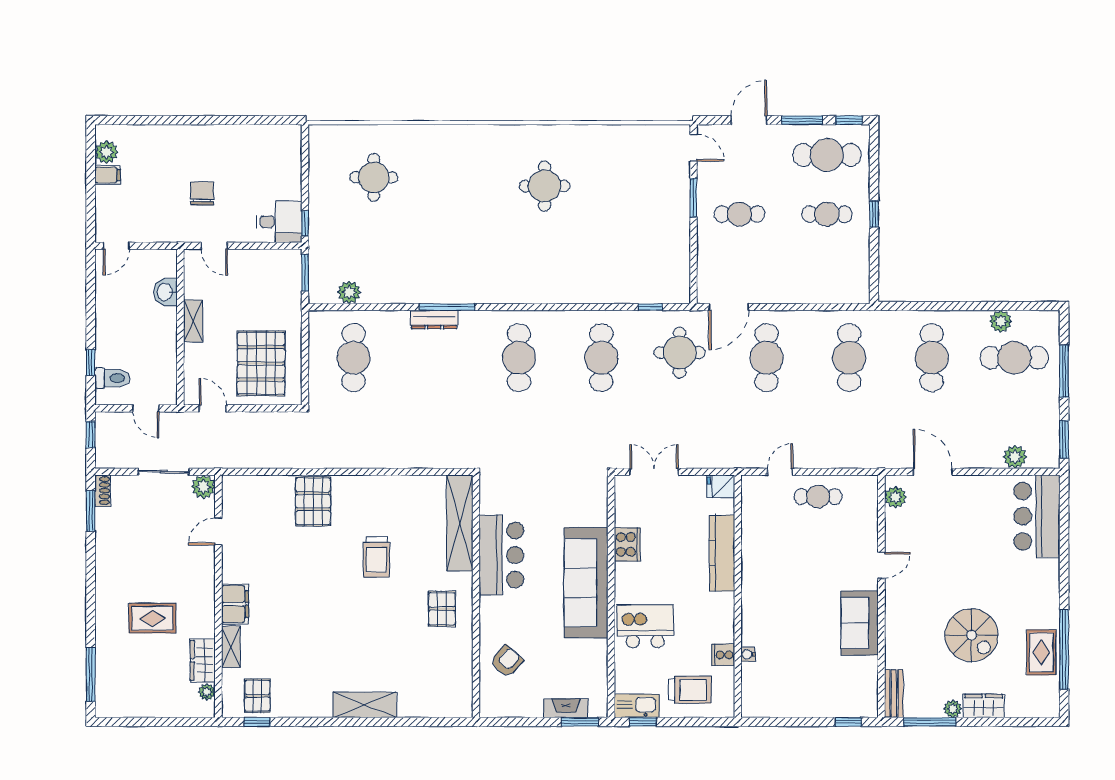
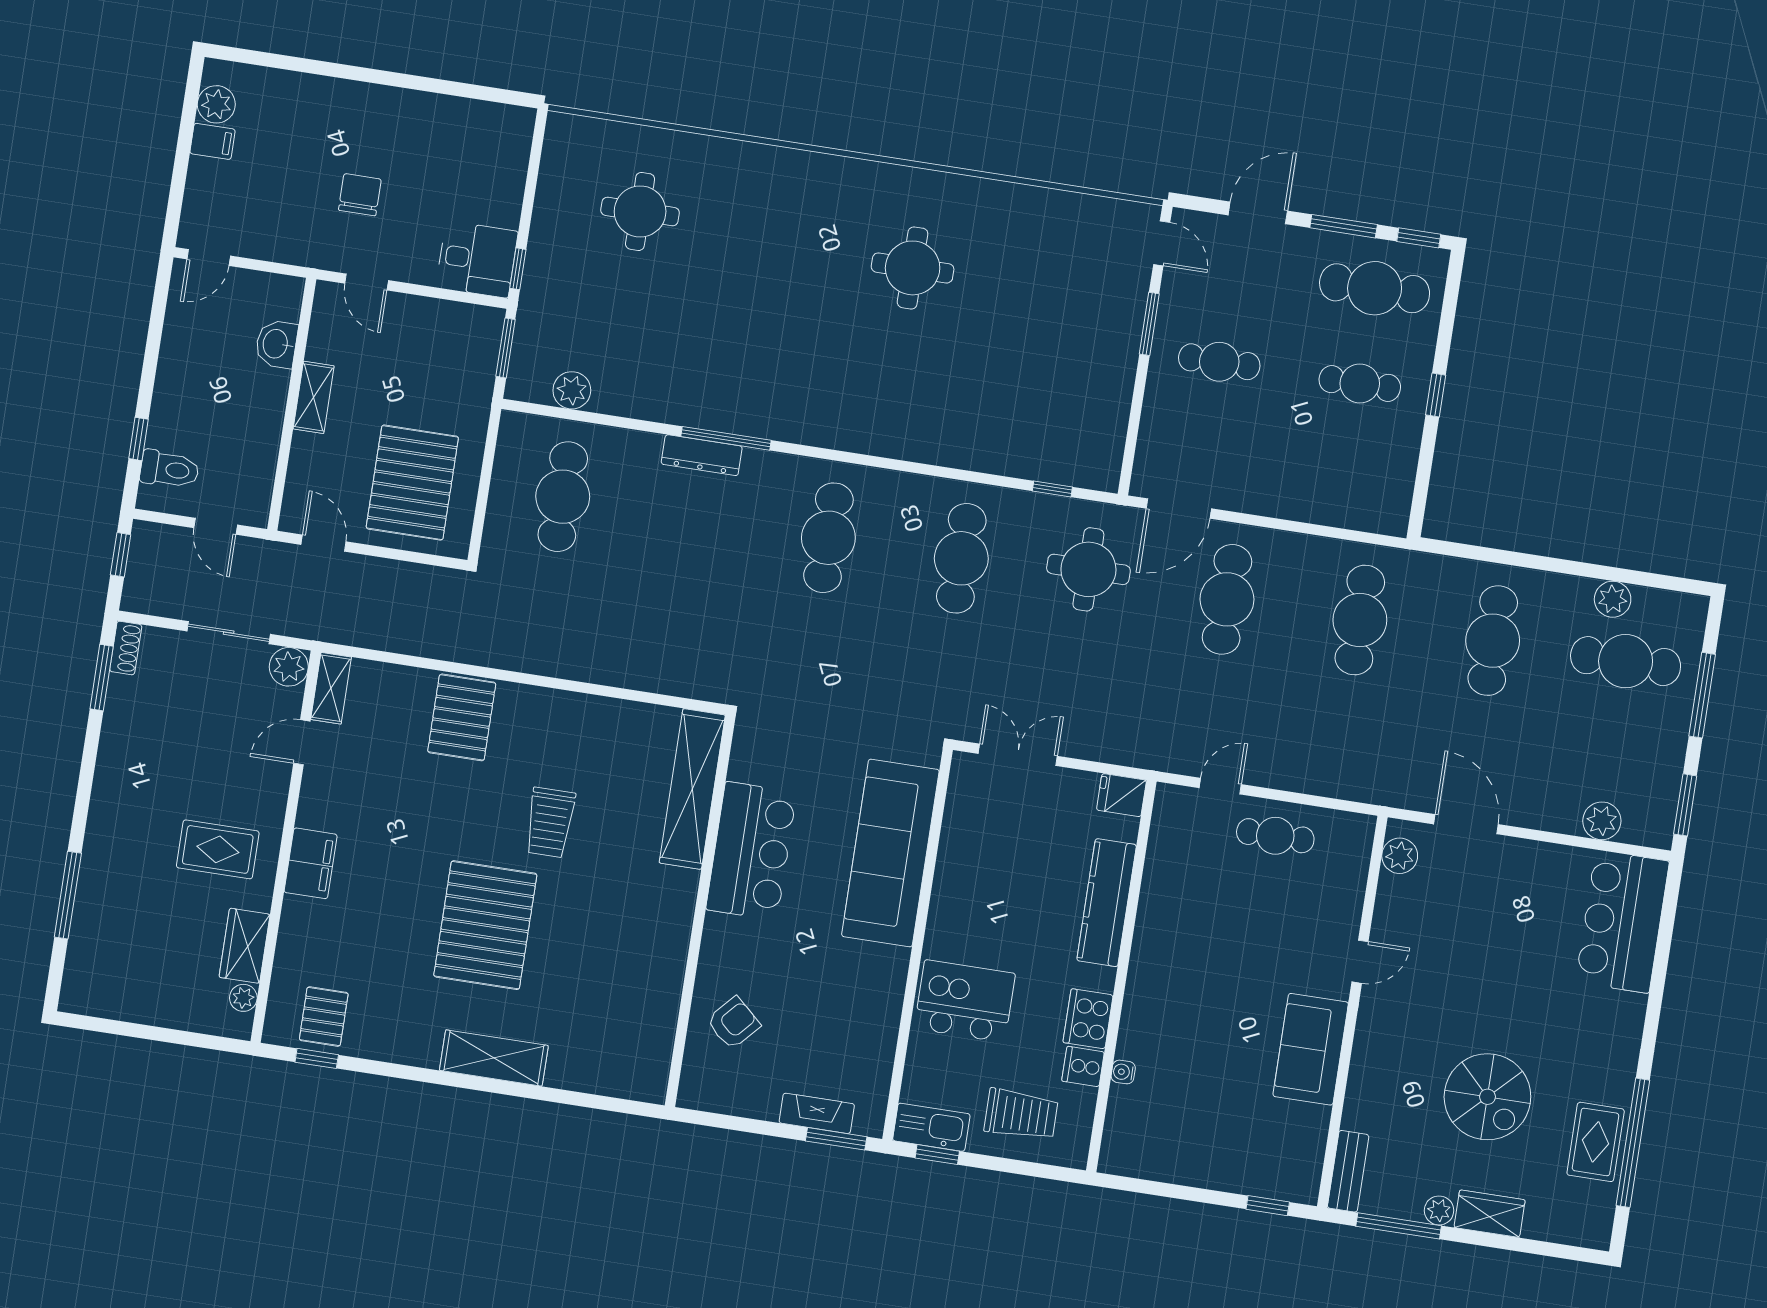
cooker: (627, 544) -> (1088, 1019), moved, turned 180
sofa: (586, 583) -> (890, 853), moved
pallet: (442, 609) -> (485, 925), moved, width x2.05, depth x2.00
rug: (152, 618) -> (218, 849), moved
shelving: (231, 647) -> (331, 688), moved
window: (91, 675) -> (68, 895), moved

